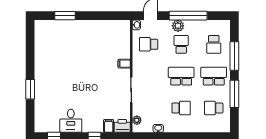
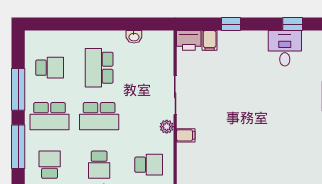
school desk: (181, 108) -> (99, 68), width x1.85
plant: (137, 120) -> (167, 127), moved
desk: (71, 121) -> (285, 48), moved

